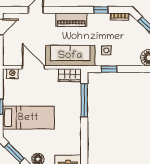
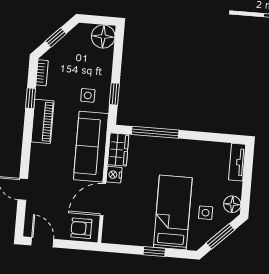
piano: (71, 20) -> (42, 121), moved
armchair: (12, 54) -> (81, 228), added
nightstand: (12, 74) -> (114, 175), moved
side table: (30, 141) -> (206, 213), added

